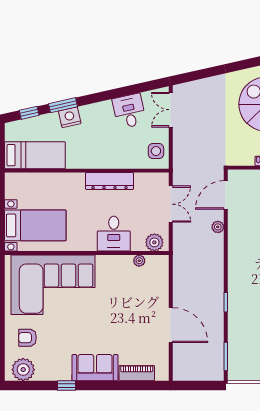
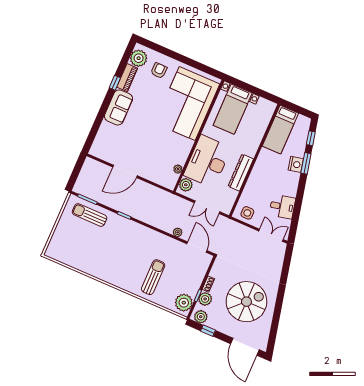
desk: (114, 234) -> (207, 161), width x1.87, depth x1.30
sun lounger: (244, 345) -> (90, 215), added
piano: (137, 373) -> (127, 78), moved

